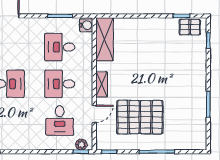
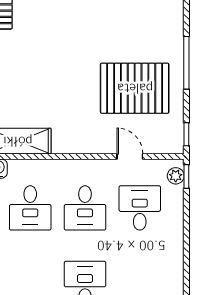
shelving: (102, 84) -> (86, 145), removed
pallet: (140, 117) -> (135, 88), turned 90
desk: (60, 120) -> (140, 208), turned -90

